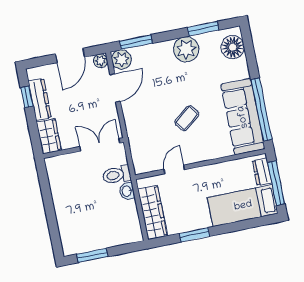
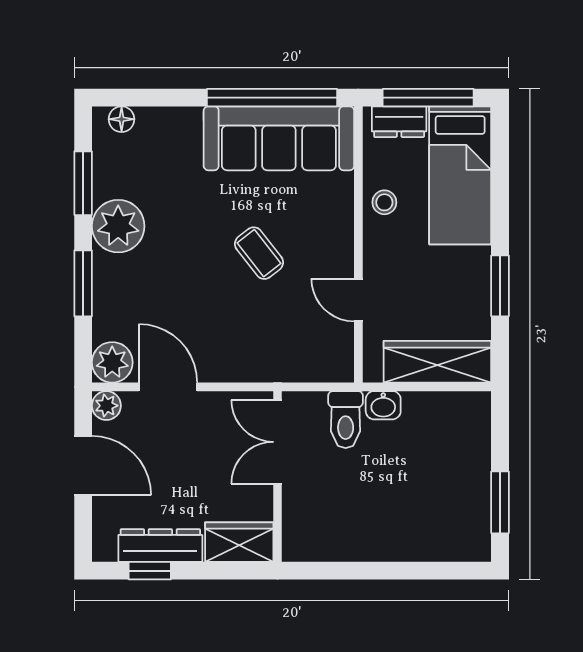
window: (136, 42) -> (83, 283), moved
floor lamp: (233, 47) -> (122, 119), width x0.53, depth x0.53
stool: (223, 172) -> (384, 202), added

